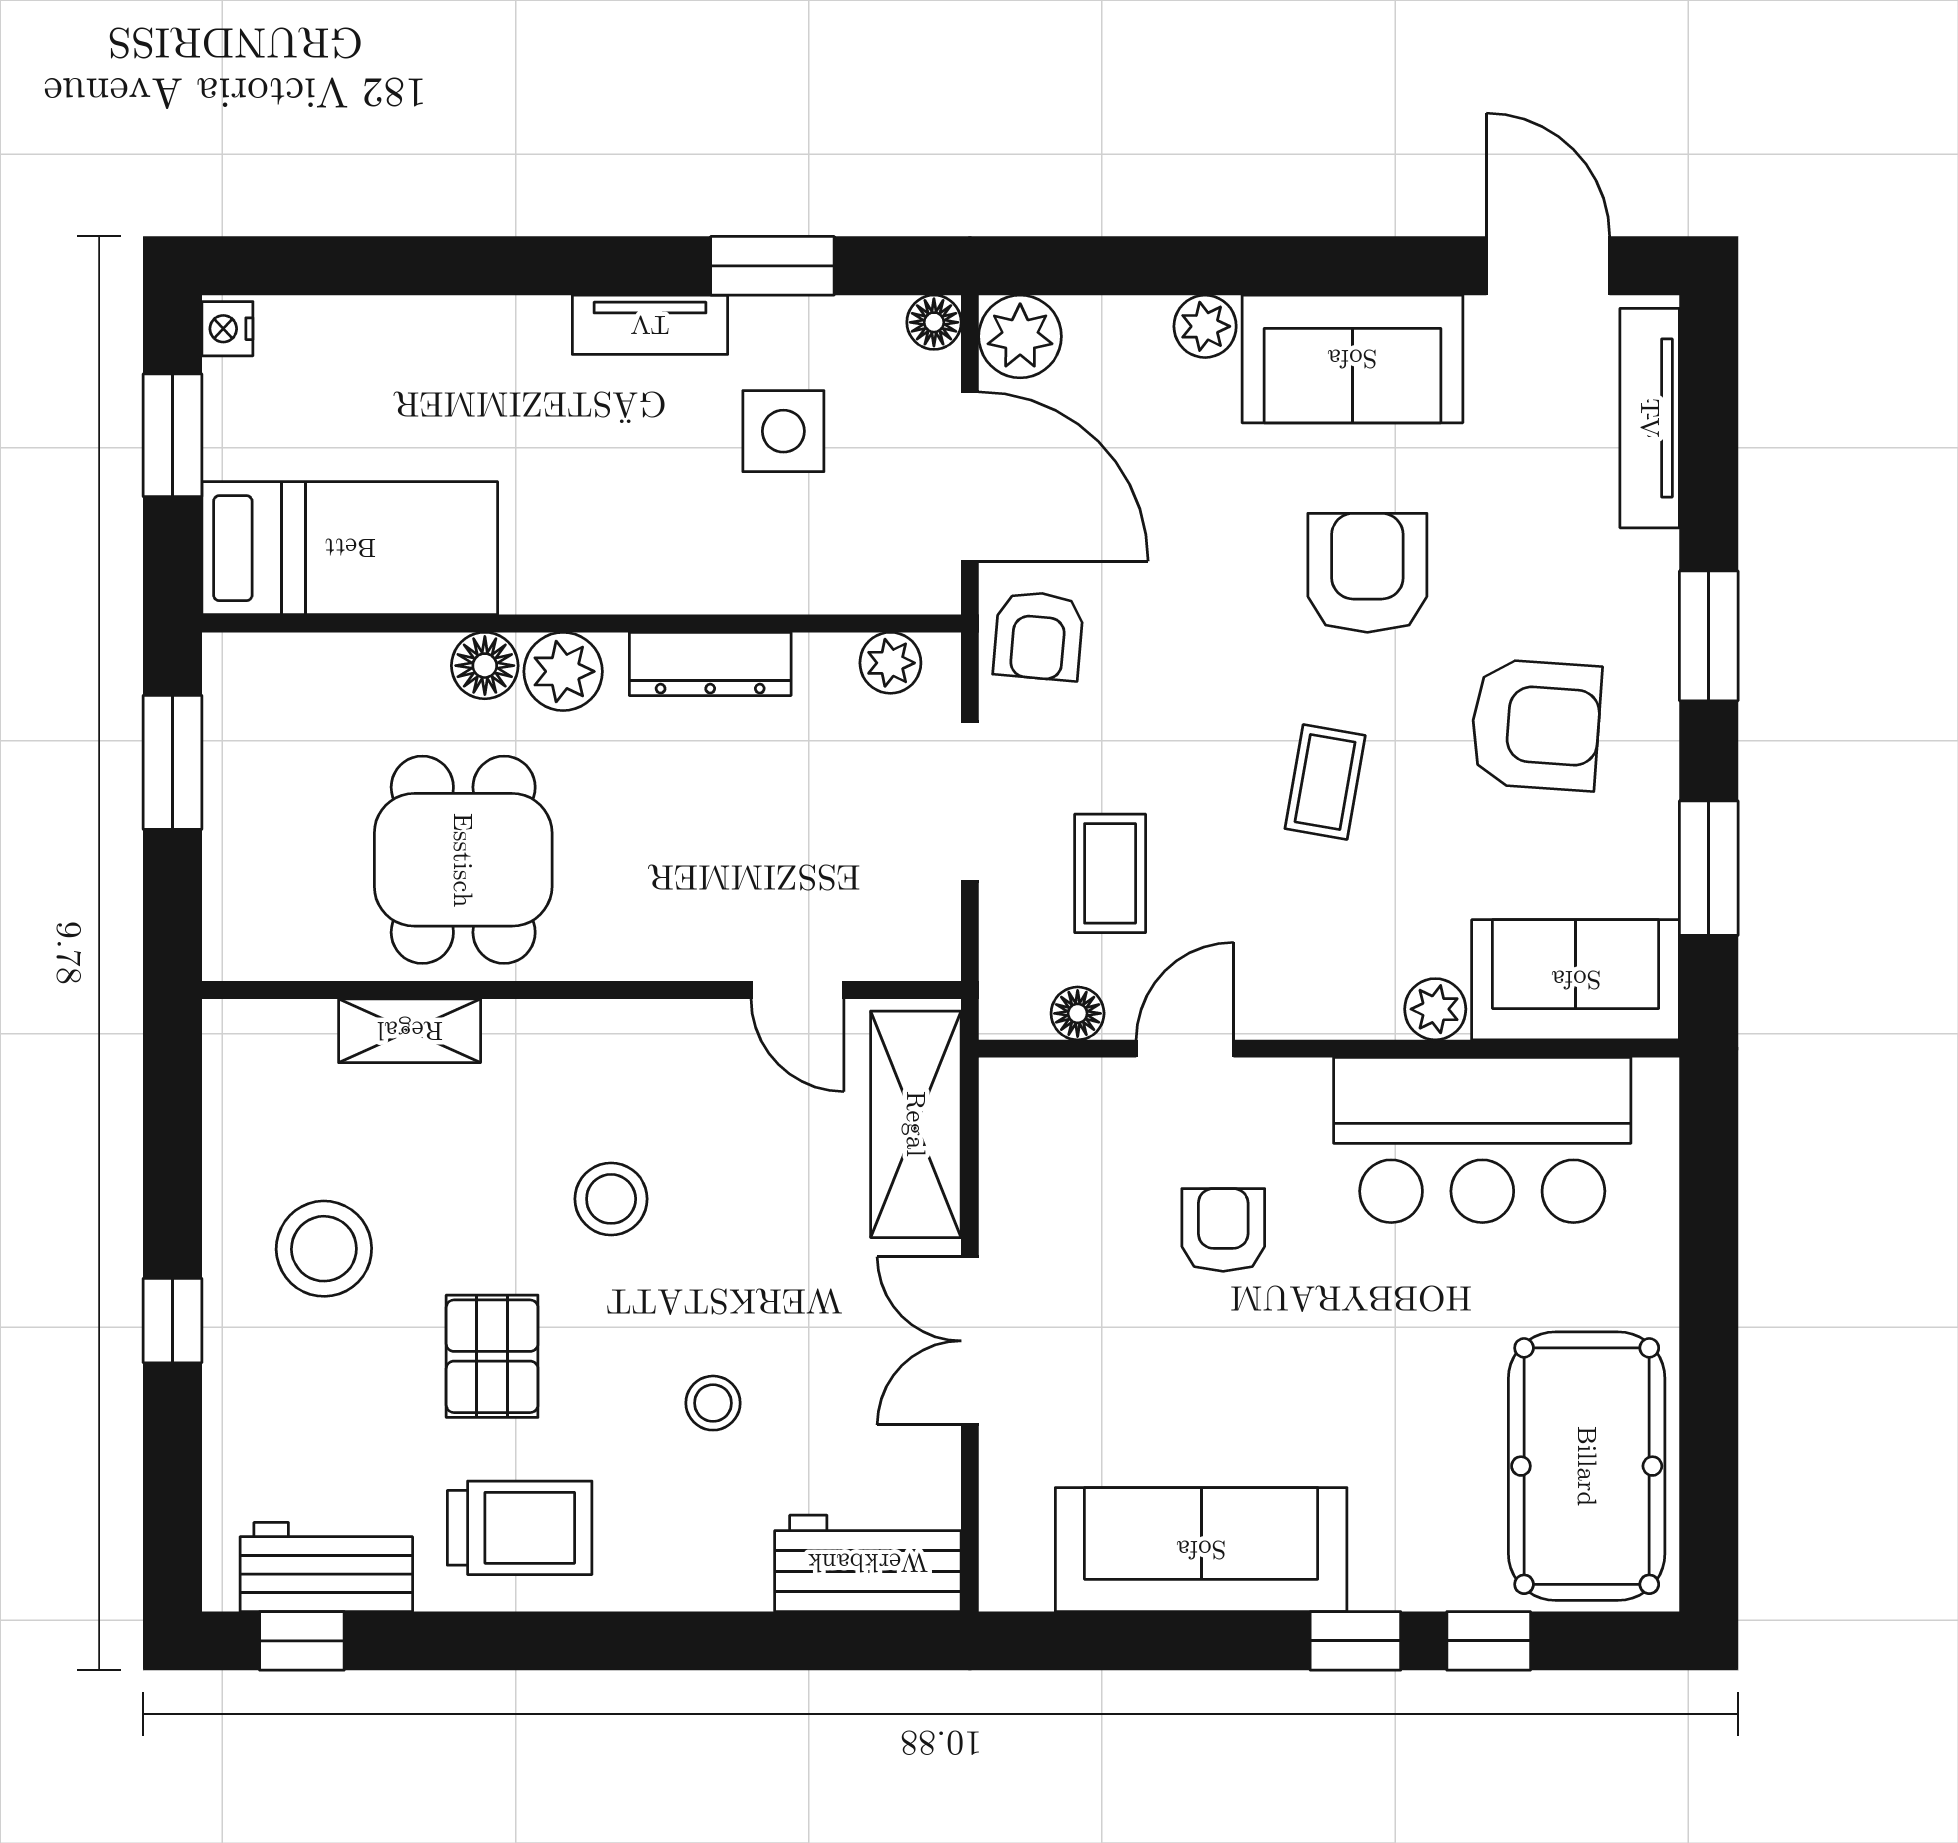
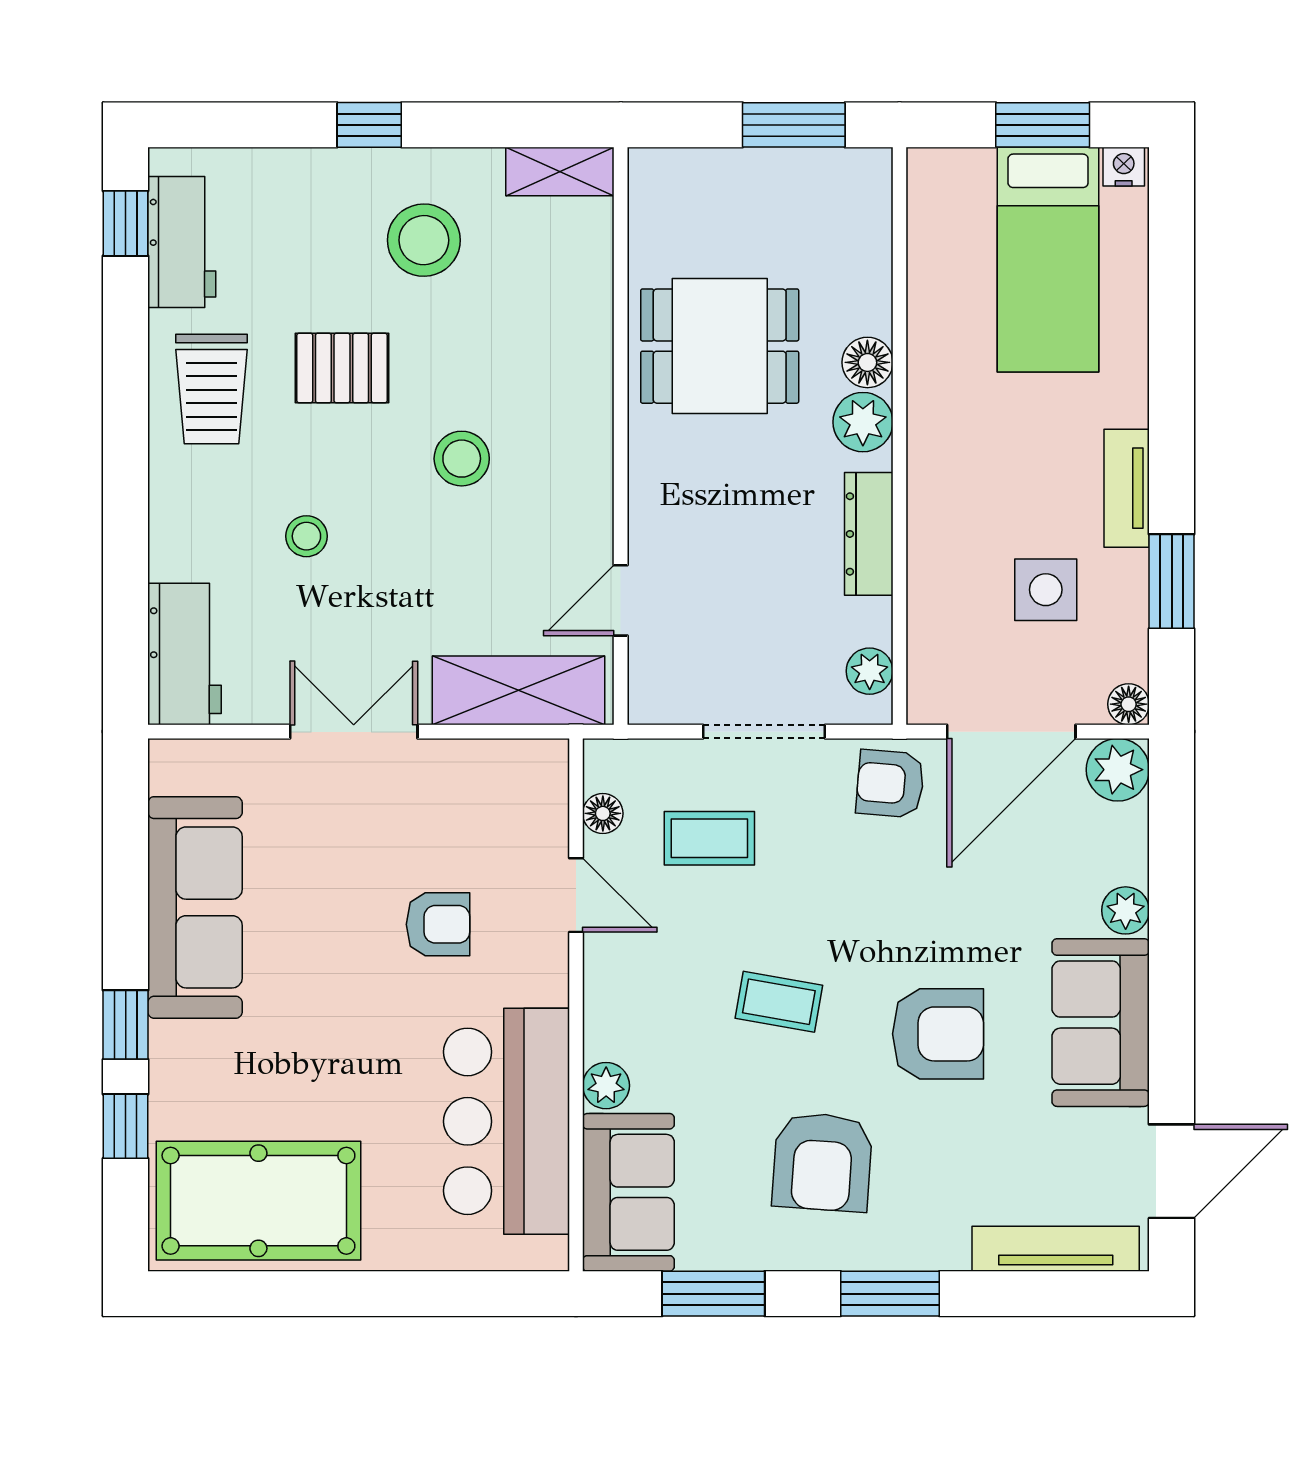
bed: (350, 548) -> (1048, 260), moved
shelving: (410, 1031) -> (560, 172), moved, turned 90

